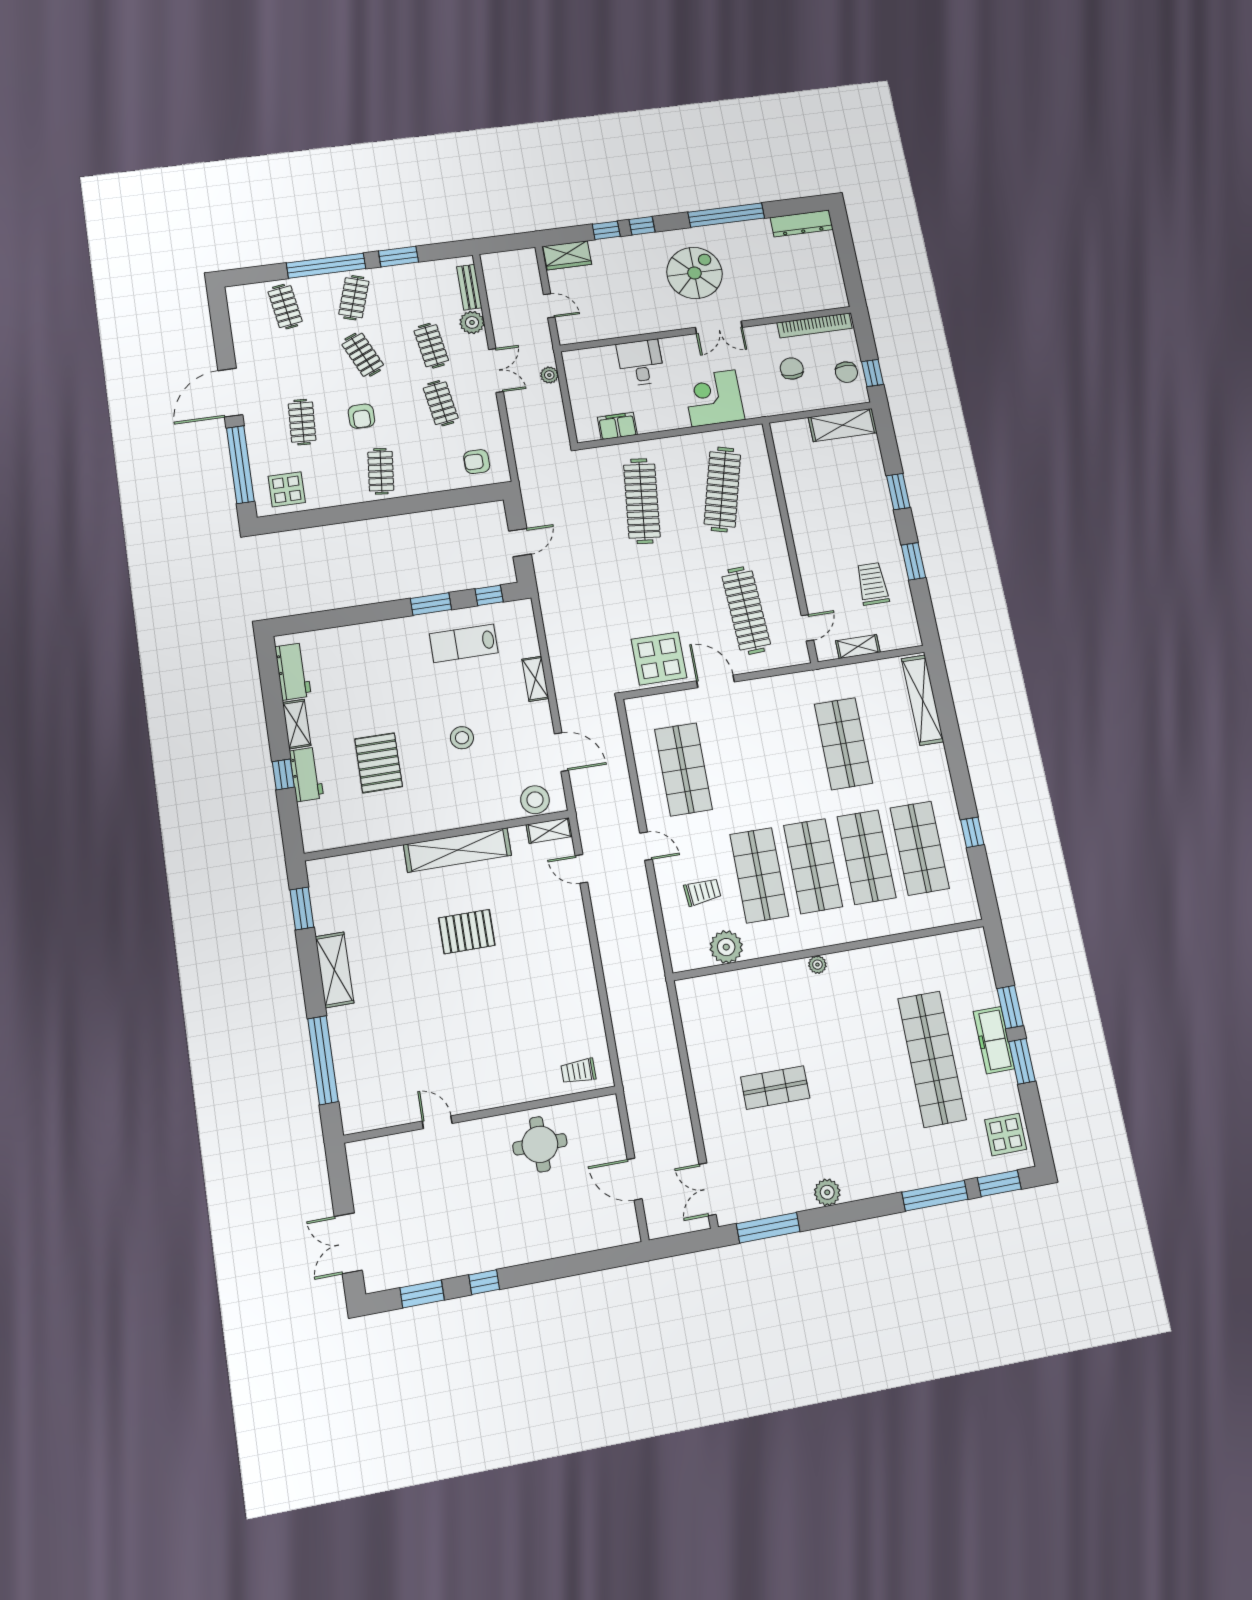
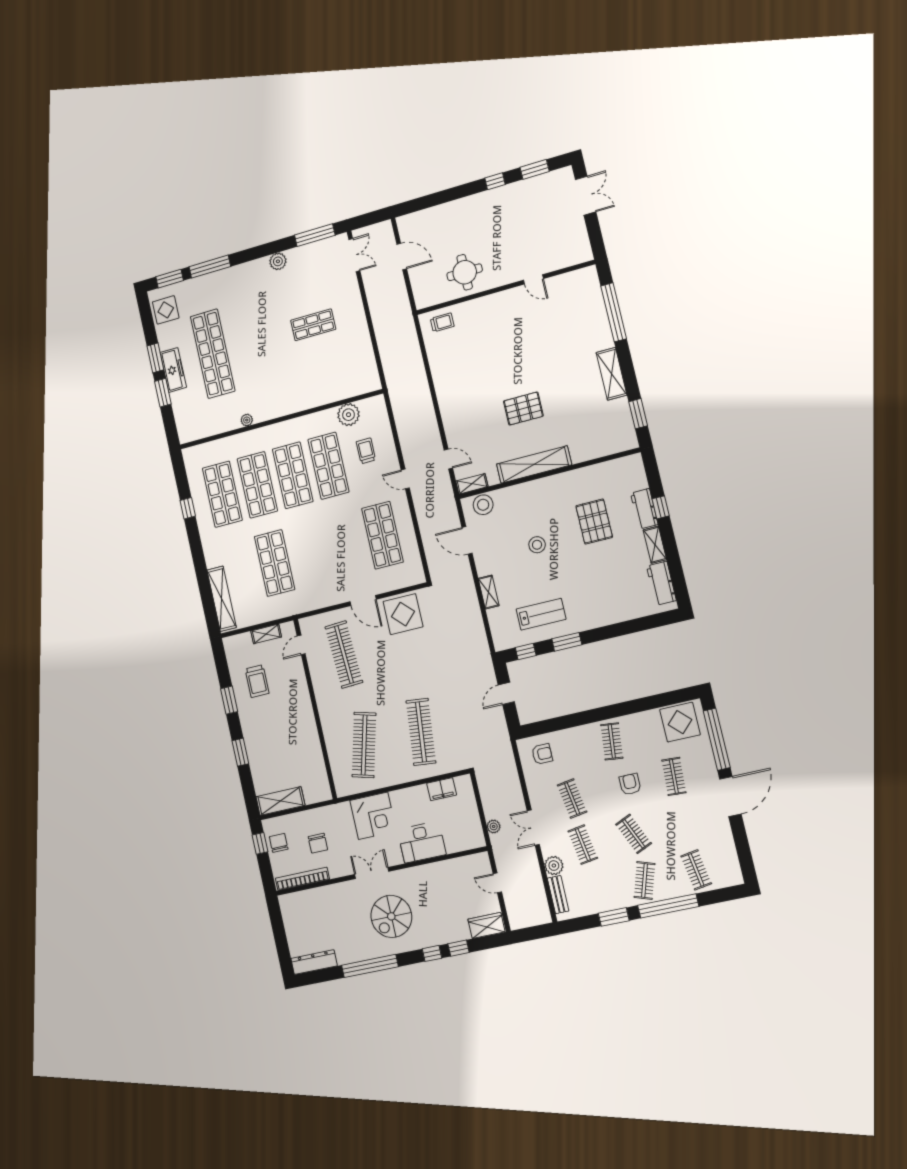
desk: (641, 363) -> (422, 842), width x1.37
display table: (287, 489) -> (680, 722), width x1.36, depth x1.36
trolley: (702, 892) -> (366, 451), turned 95
plant: (817, 965) -> (247, 420), moved

